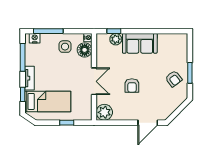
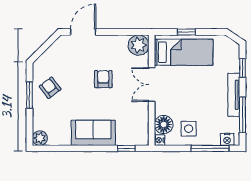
plant: (116, 39) -> (40, 138), moved
tv unit: (29, 78) -> (234, 95), width x1.41
bed: (48, 101) -> (184, 52), moved, turned 180

